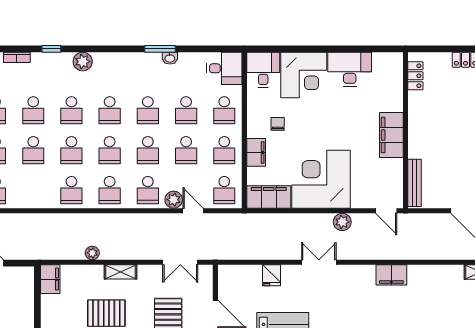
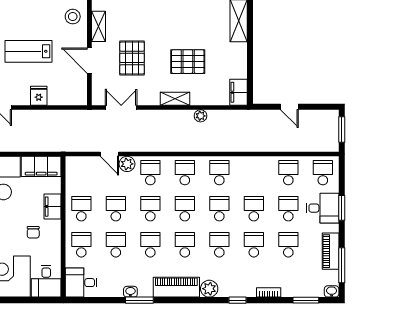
piano: (119, 63) -> (176, 287), added
school desk: (224, 190) -> (81, 173), removed

